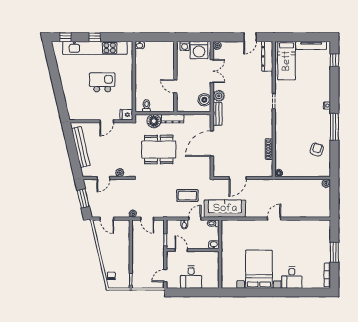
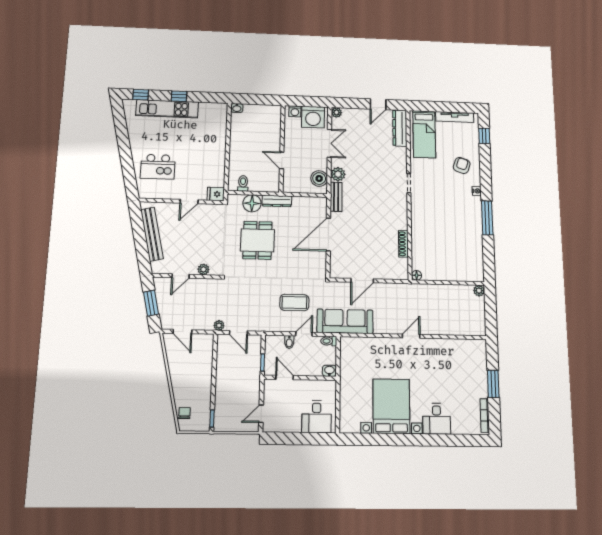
kitchen unit: (95, 48) -> (167, 109), width x0.73
kitchen island: (102, 82) -> (158, 167), moved, turned 180
dining table: (159, 150) -> (257, 240), width x0.73
armchair: (317, 150) -> (462, 166), moved
desk: (191, 277) -> (316, 417), moved

